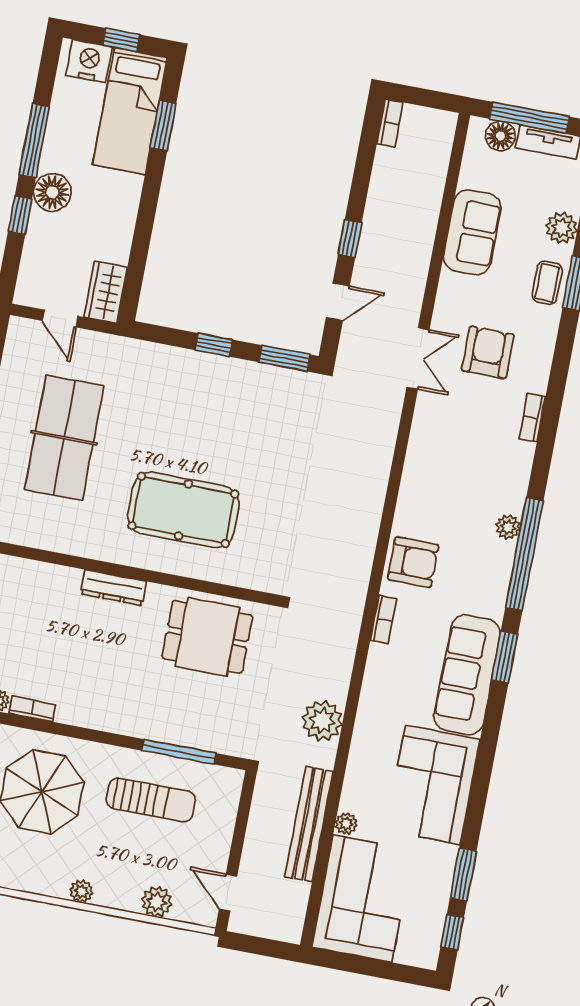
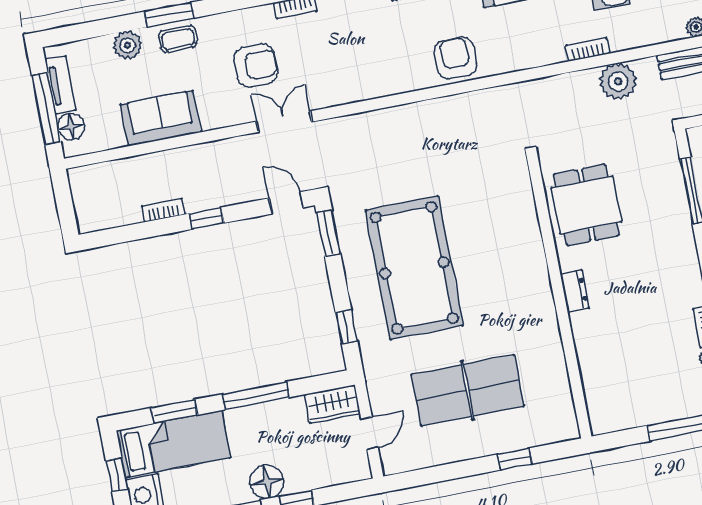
bookcase: (390, 123) -> (163, 210), moved
window: (146, 216) -> (256, 396), added
door: (338, 302) -> (286, 203), moved
window: (214, 345) -> (346, 327), moved
armchair: (488, 352) -> (256, 65), turned 180
pool table: (183, 510) -> (414, 268), moved, width x1.36, depth x1.32
dresser: (114, 588) -> (575, 291), width x0.70
bookcase: (383, 620) -> (588, 50), moved

